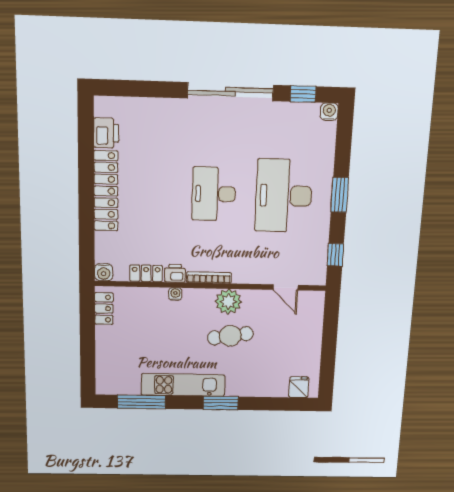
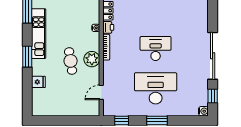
fridge: (299, 387) -> (38, 82), moved

